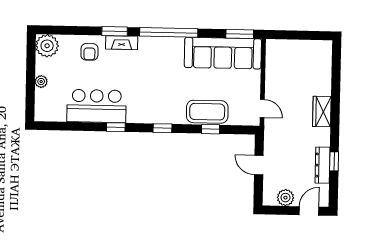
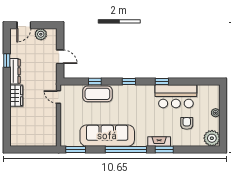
armchair: (89, 52) -> (187, 123), moved
sofa: (223, 53) -> (107, 136), moved
dresser: (323, 165) -> (15, 71), moved

